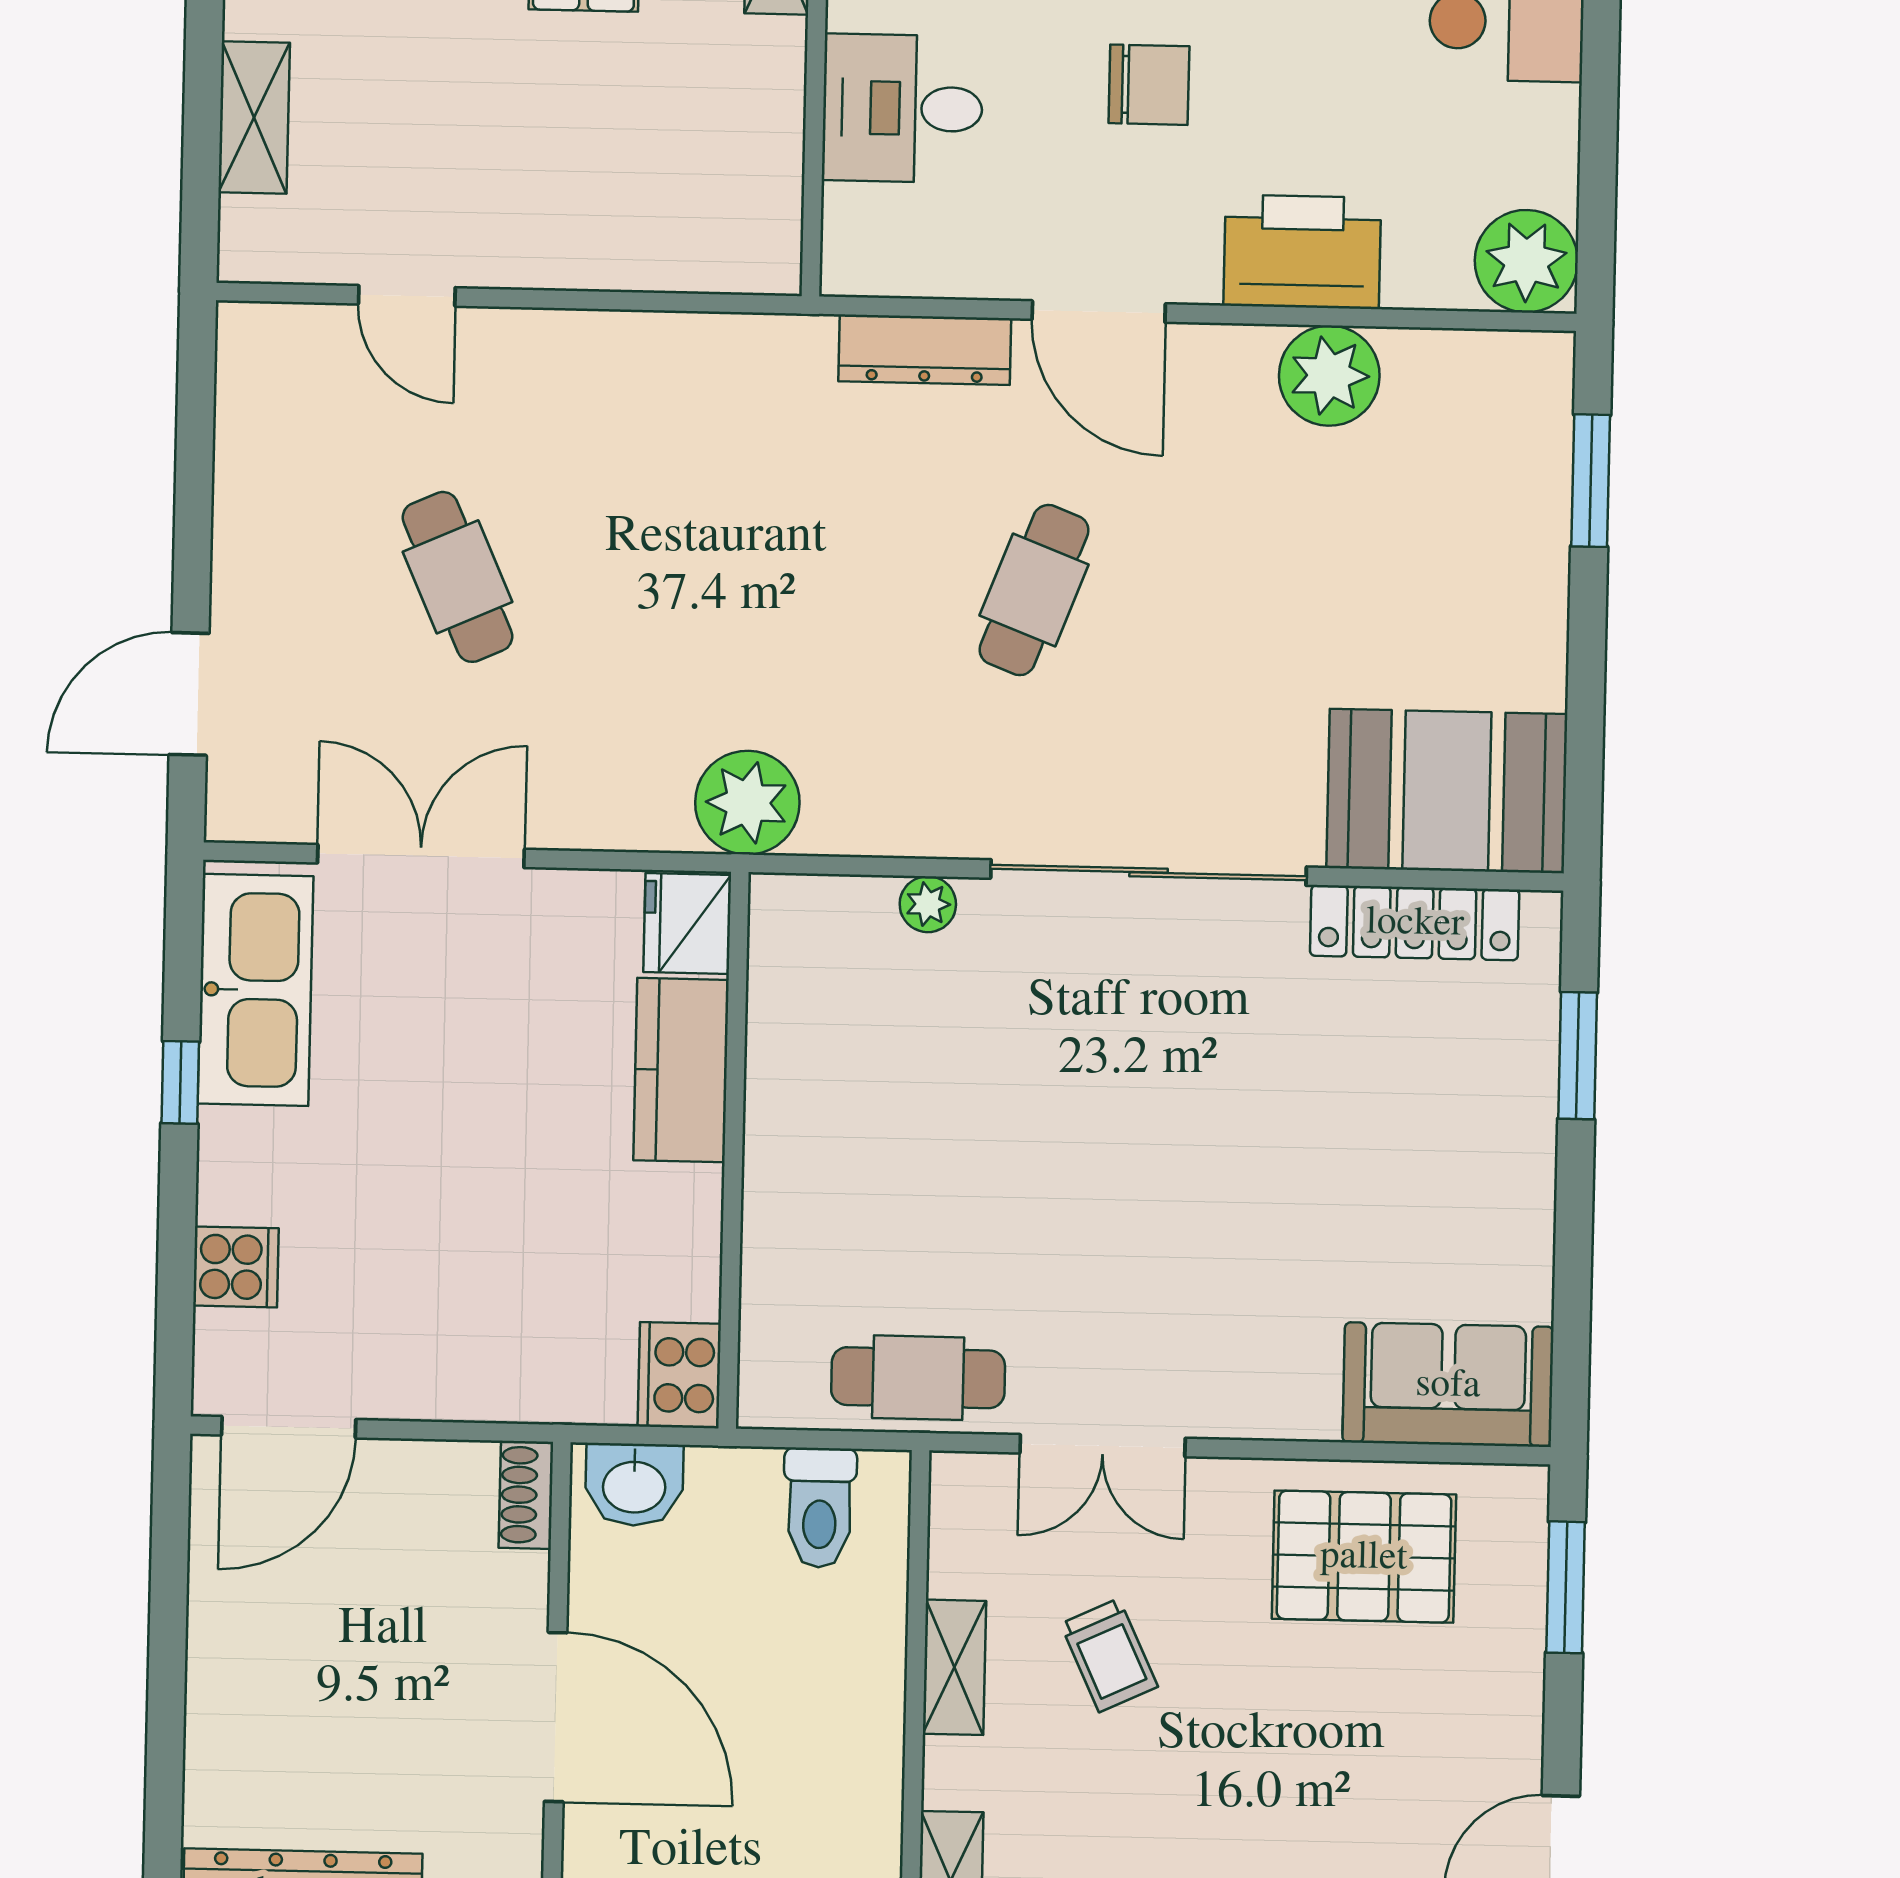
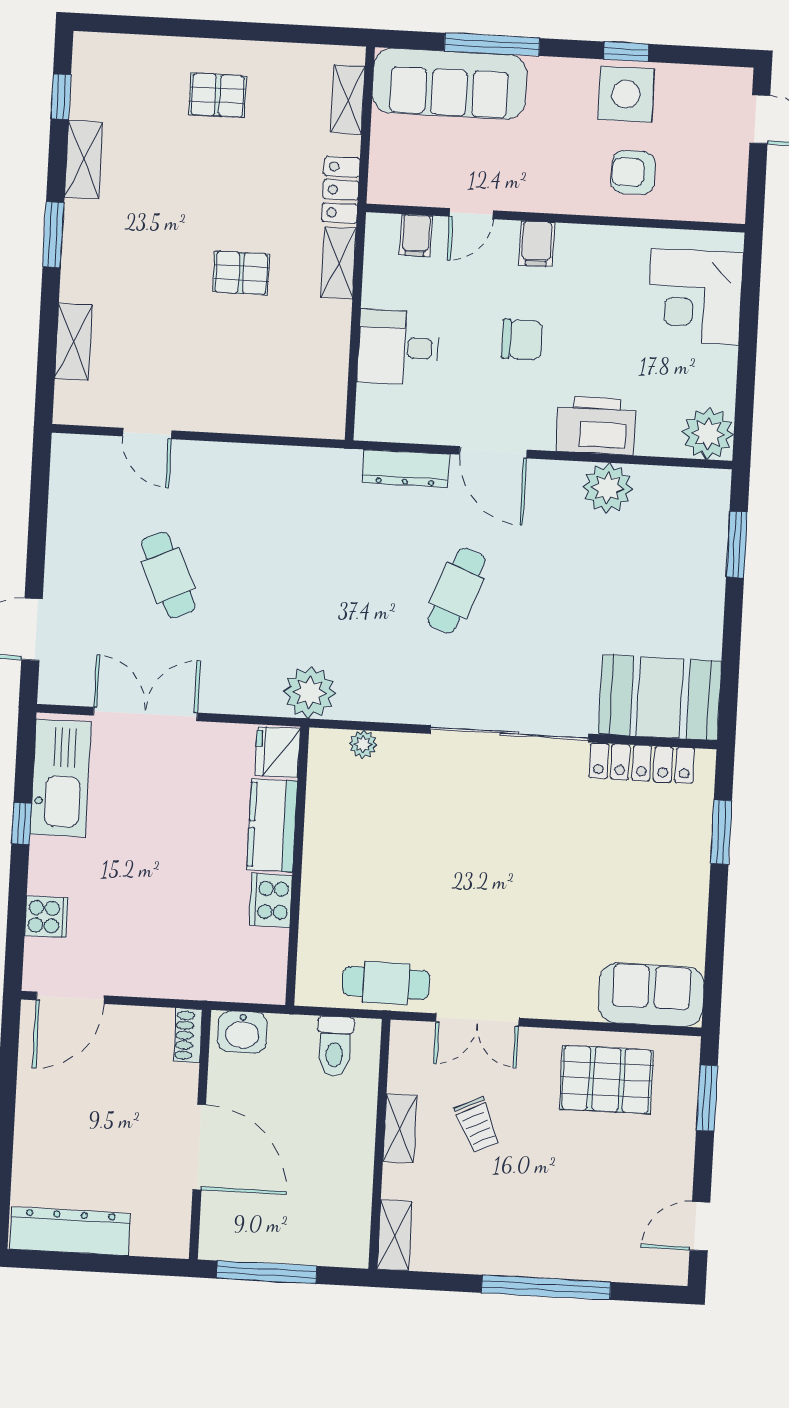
plant: (928, 904) -> (363, 744), moved
cooker: (679, 1375) -> (271, 900), moved

